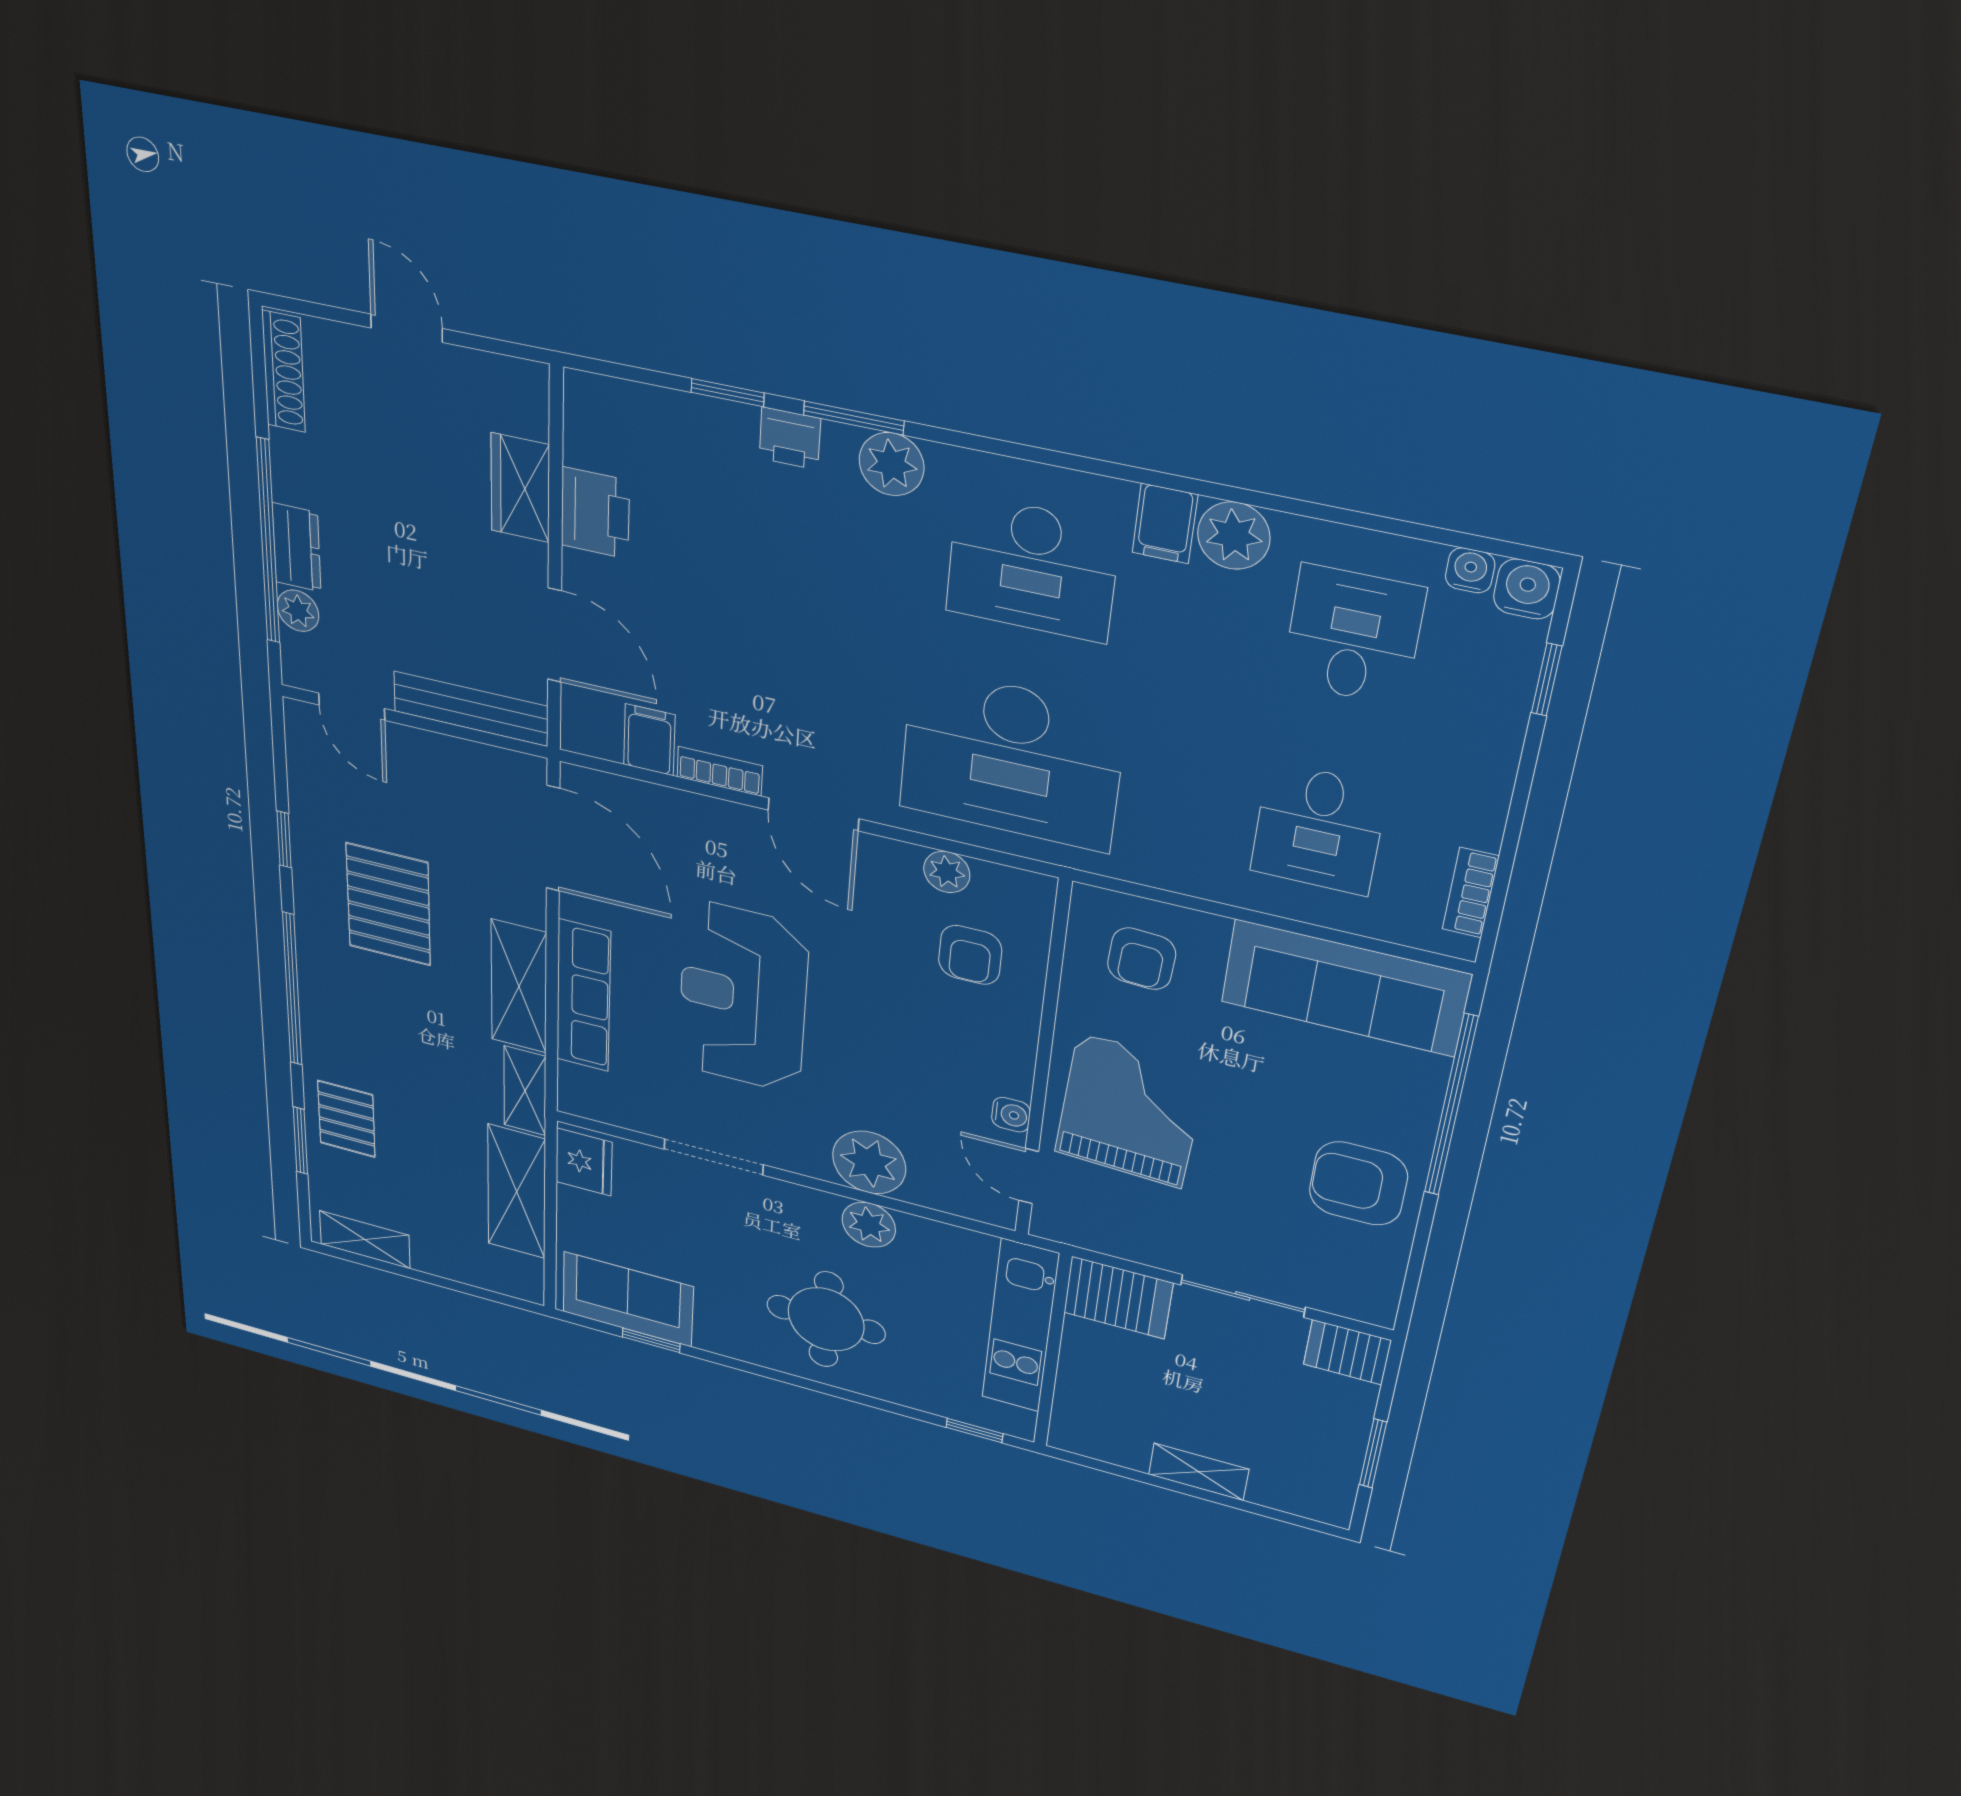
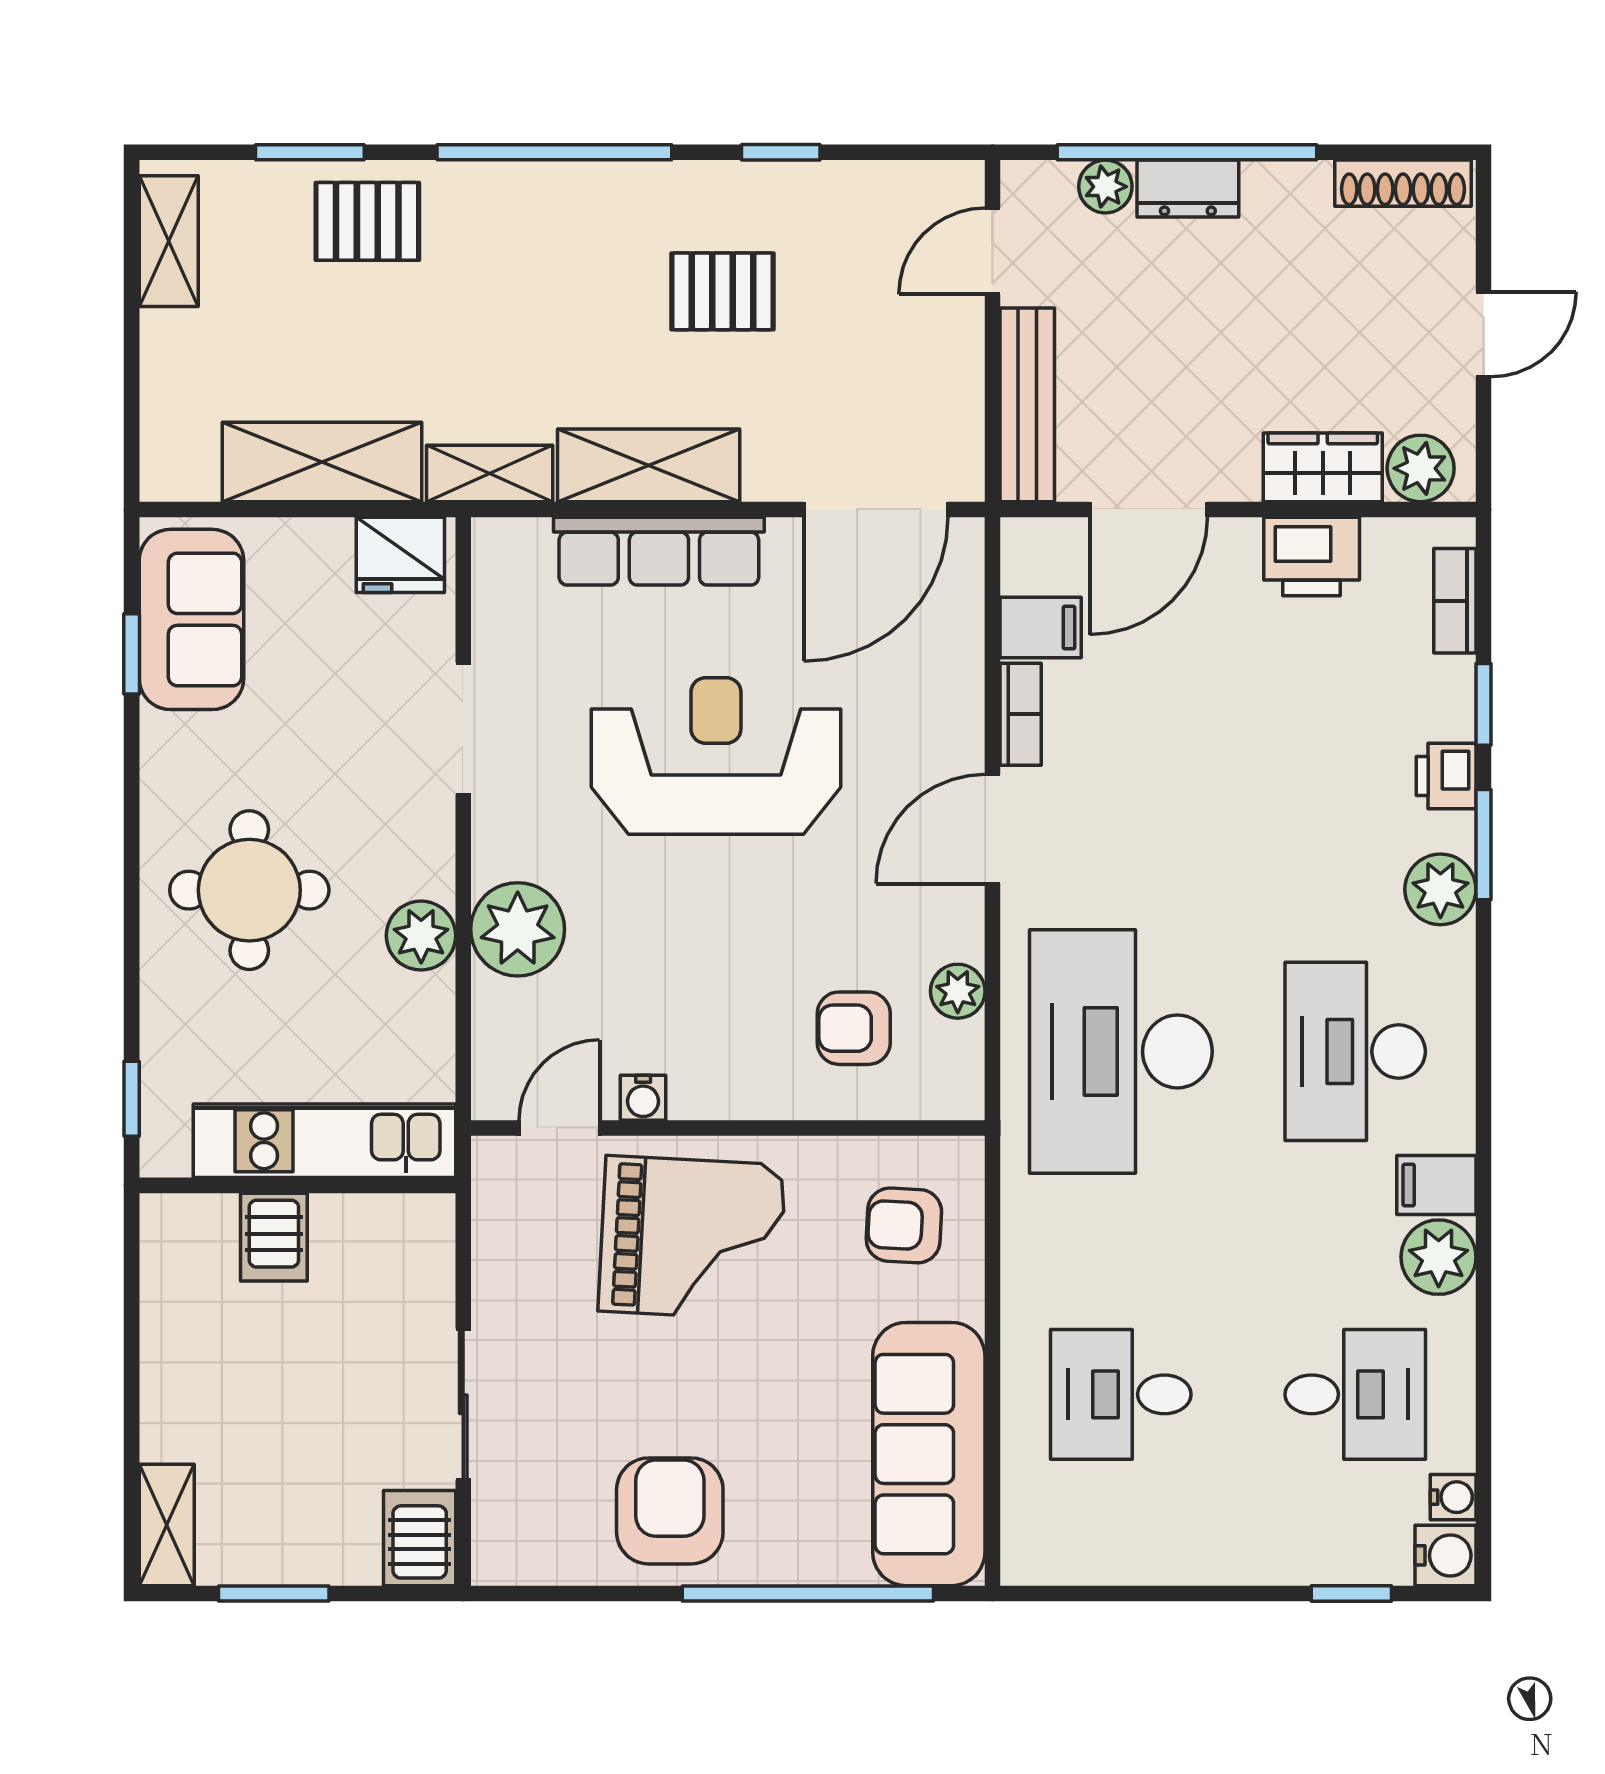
plant: (521, 406) -> (1421, 468), added
bookcase: (1471, 893) -> (1455, 601), moved, turned -90
pallet: (388, 904) -> (723, 291), width x0.67, depth x0.71
server rack: (1118, 1298) -> (274, 1237), moved, width x0.73, depth x0.70
shelving: (1199, 1472) -> (167, 1525), moved

